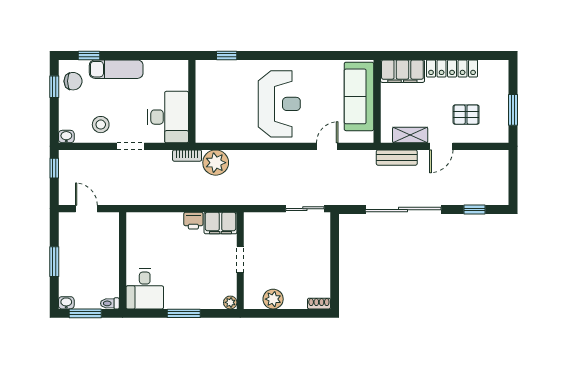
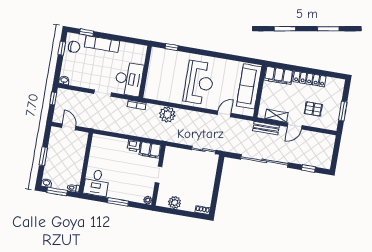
stool: (101, 125) -> (87, 76), removed
plant: (216, 163) -> (167, 114), moved

